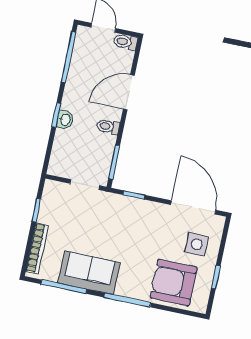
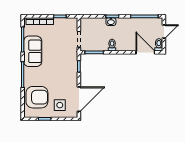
door: (129, 92) -> (145, 52), moved
armchair: (174, 283) -> (37, 97), turned 90

